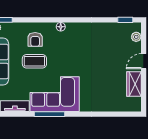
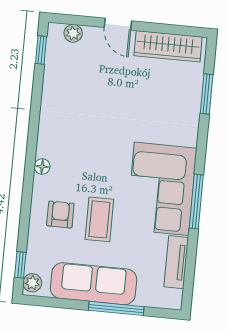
armchair: (35, 39) -> (60, 214), turned -90
wardrobe: (134, 84) -> (168, 46), width x1.50
window: (110, 114) -> (207, 94), added

